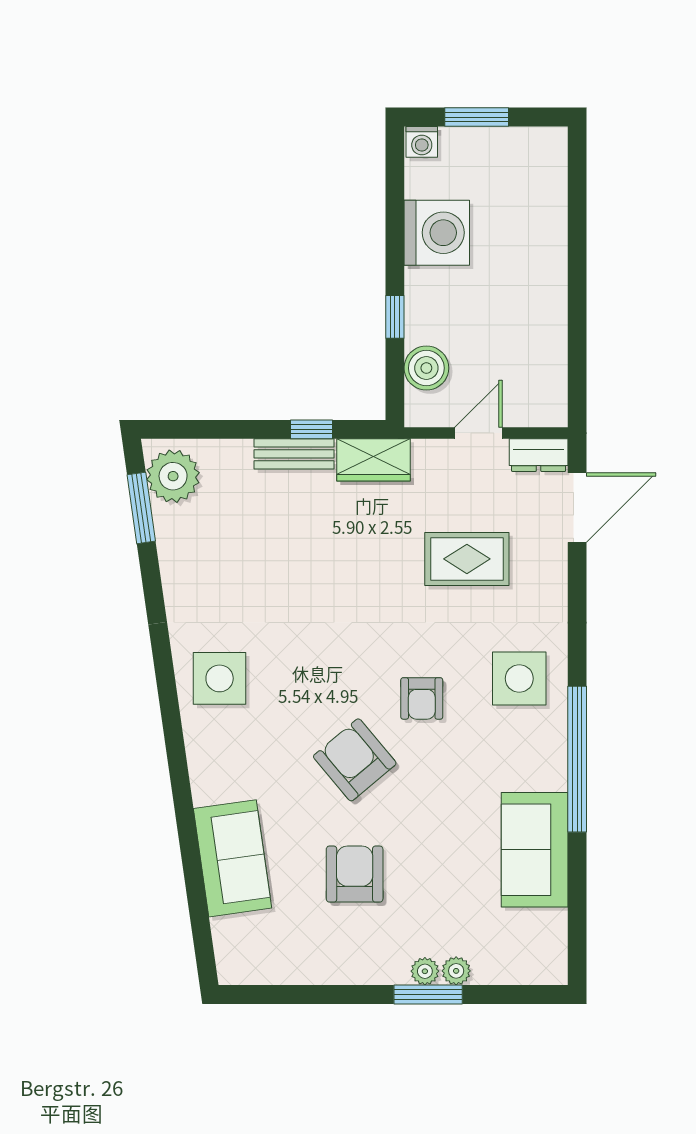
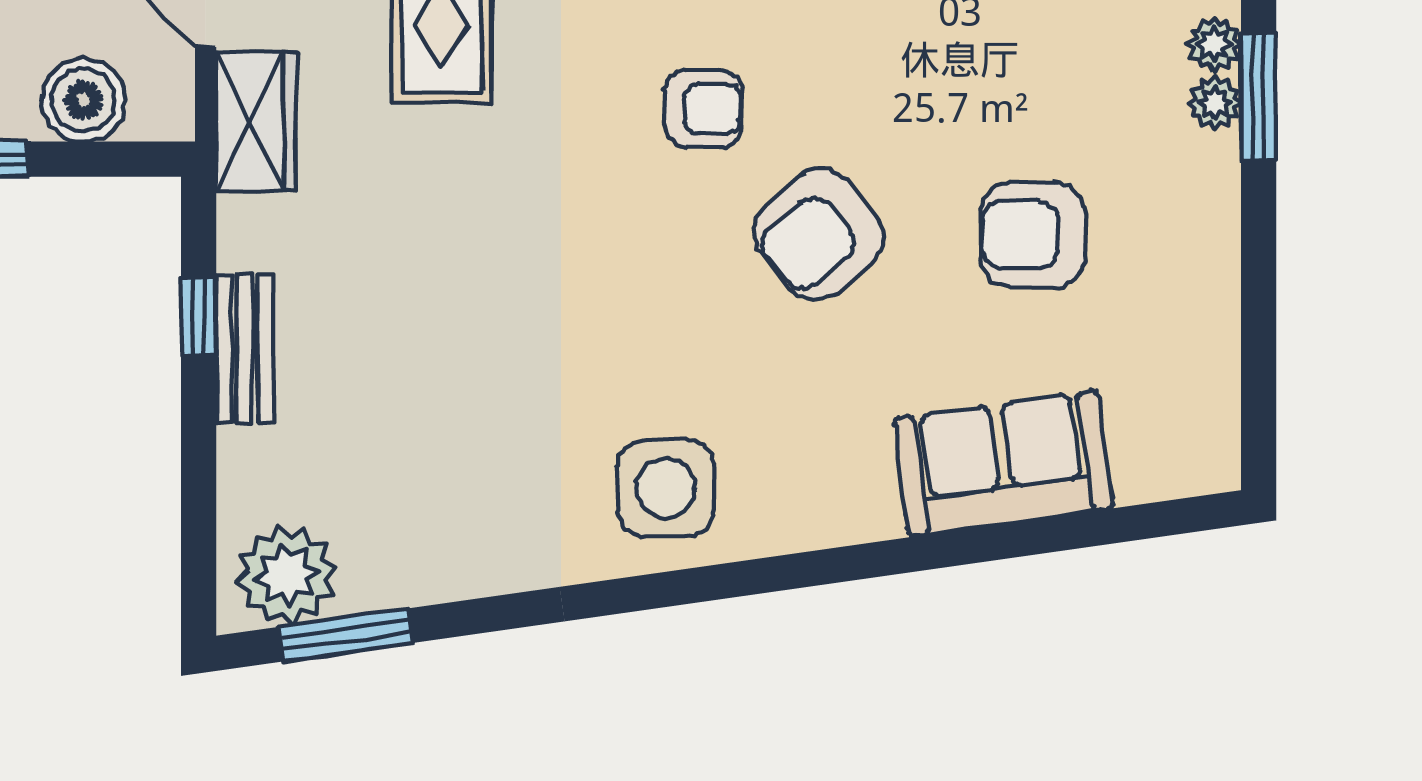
wardrobe: (373, 460) -> (256, 121), moved

